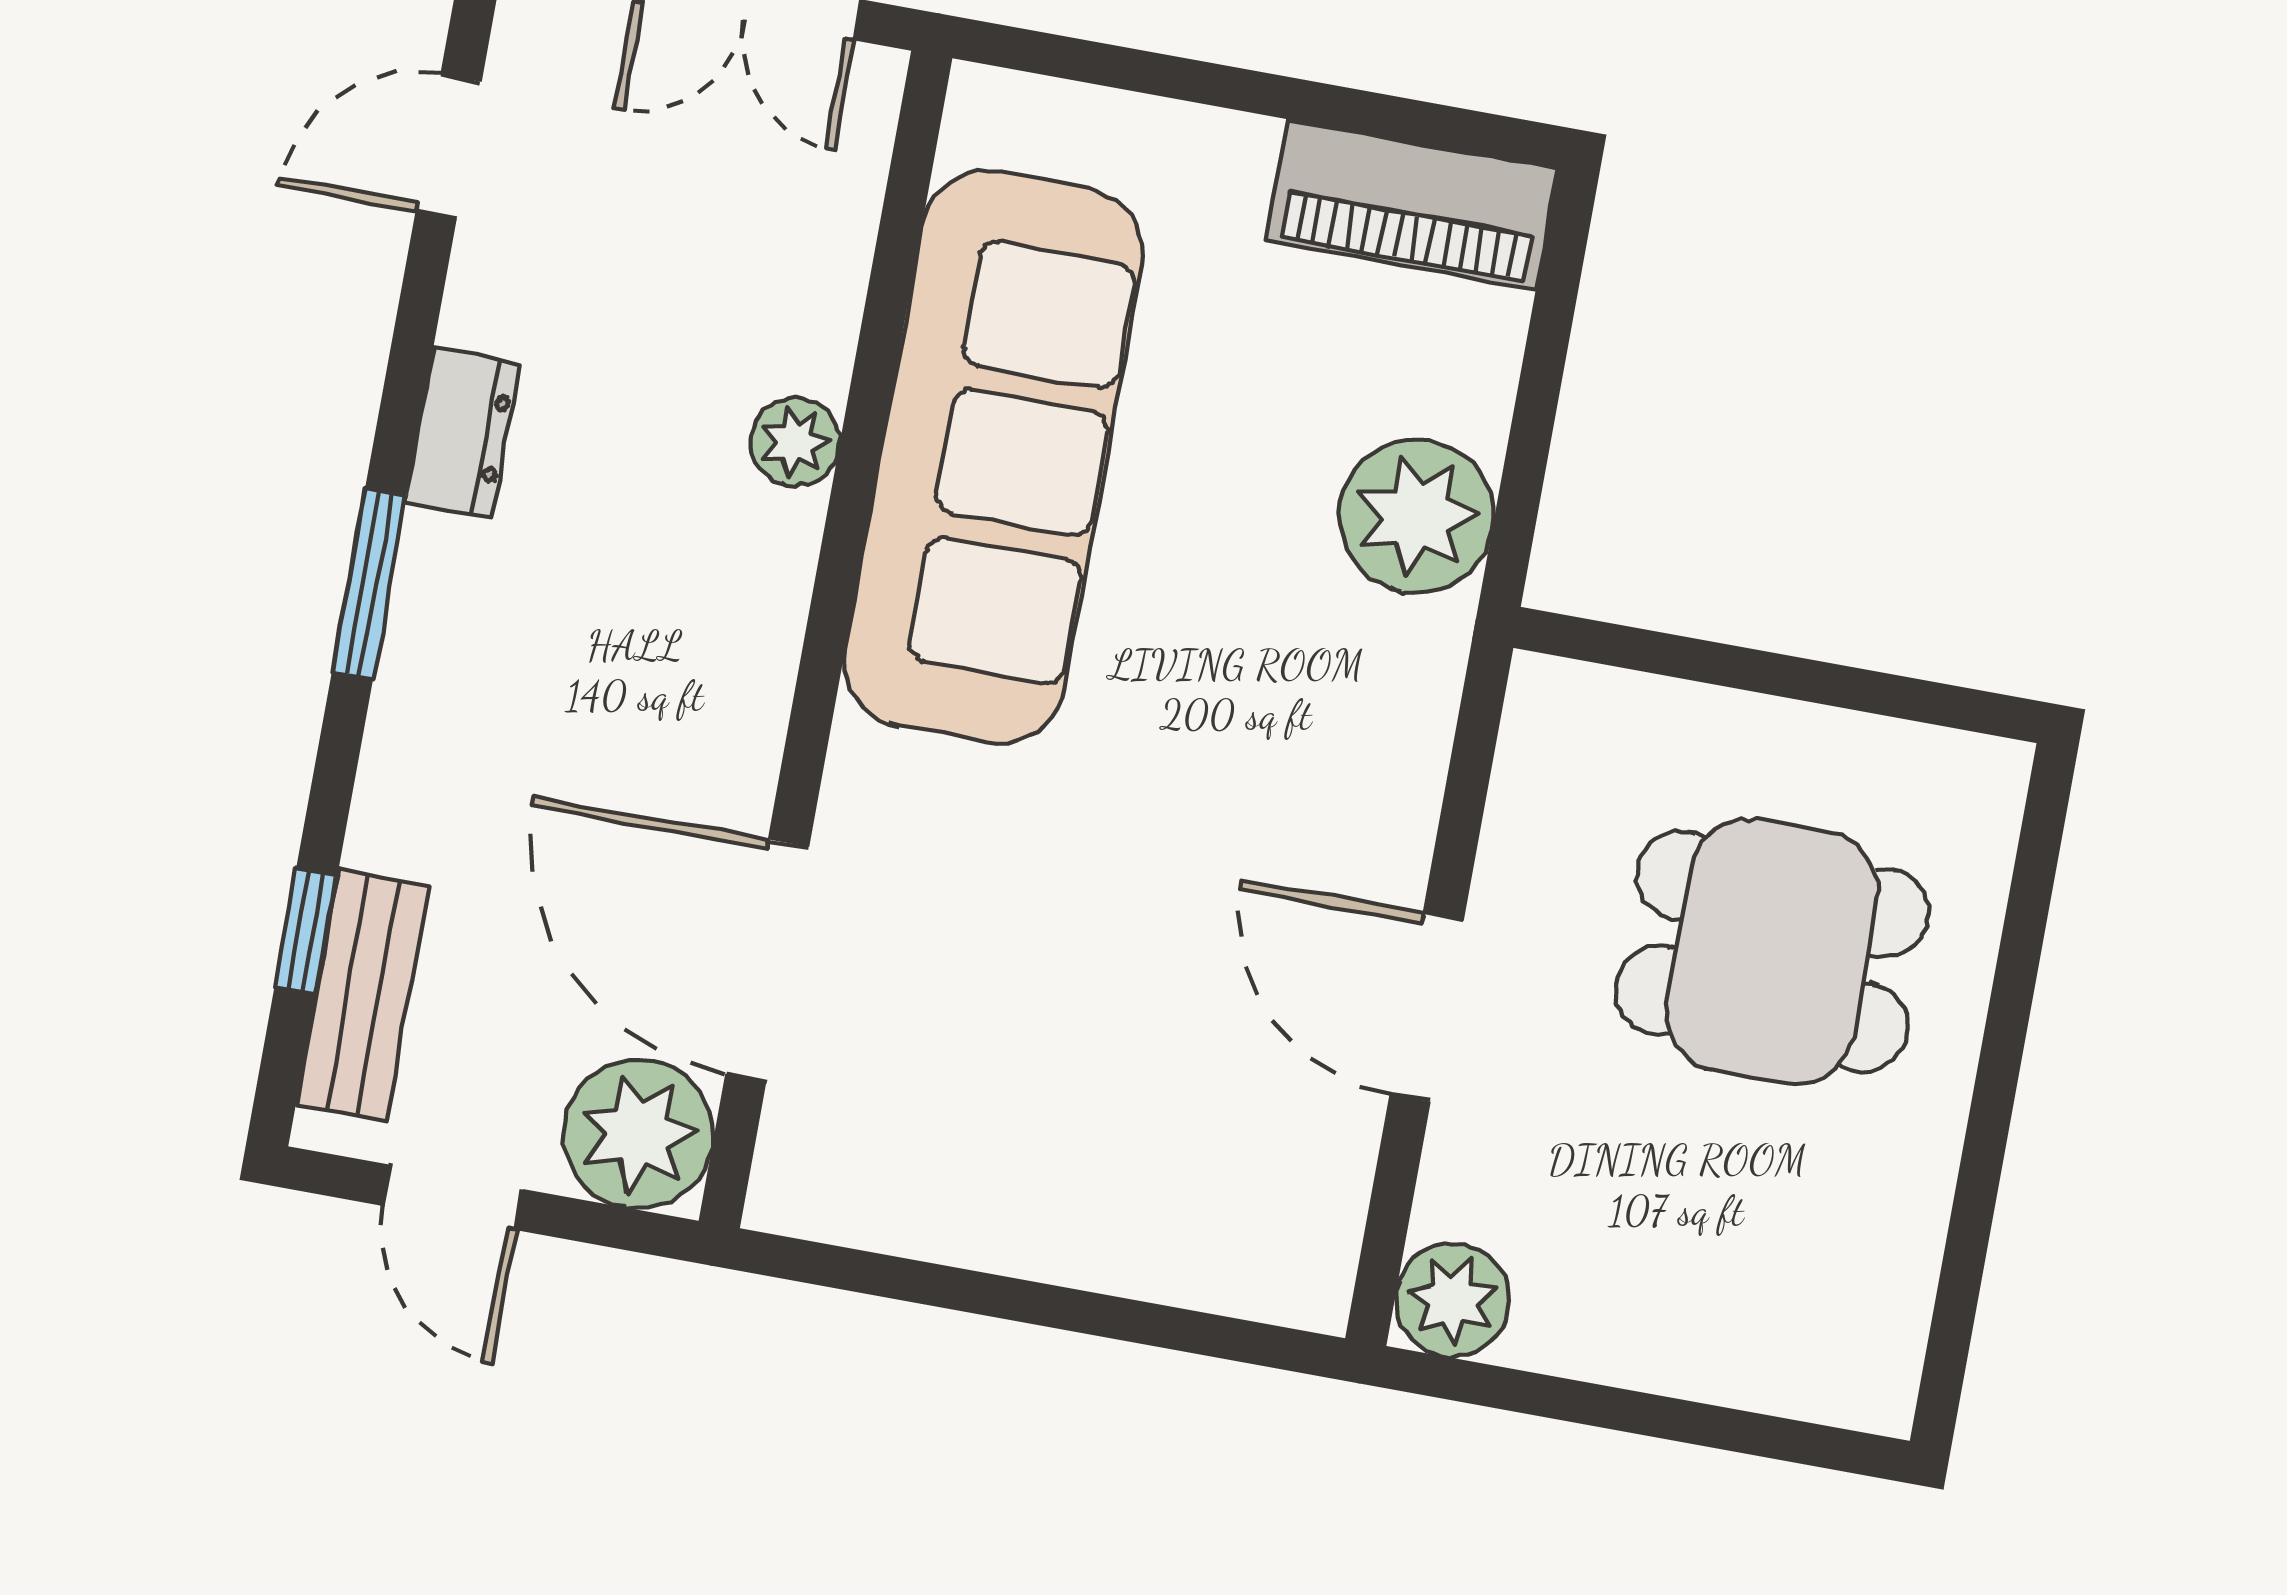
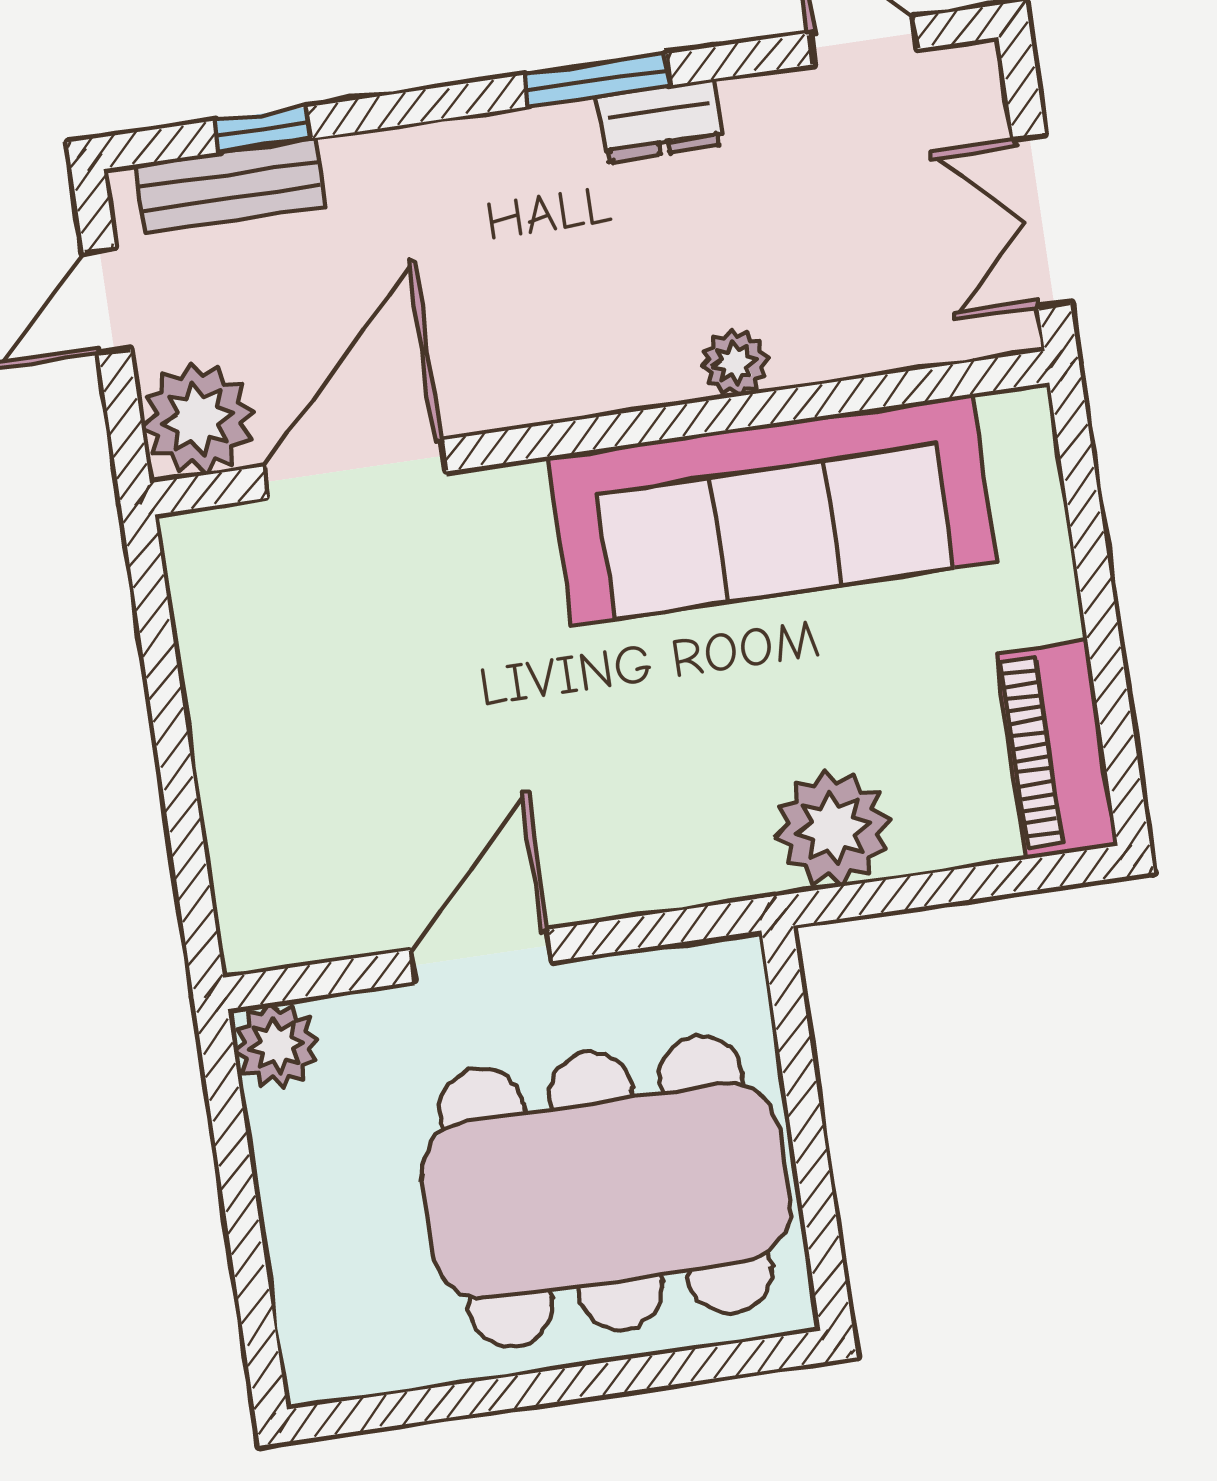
window: (369, 583) -> (597, 80), moved
dining table: (1772, 951) -> (606, 1191), width x1.88, depth x1.24

